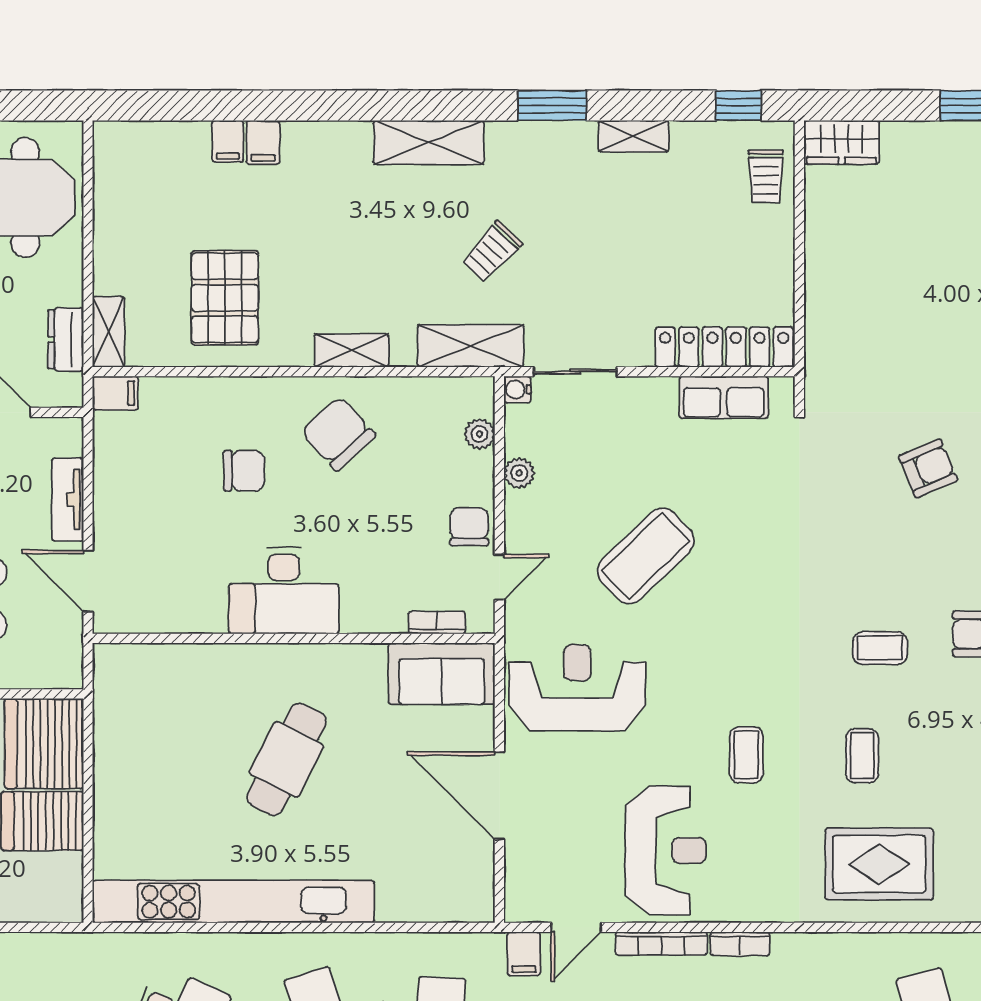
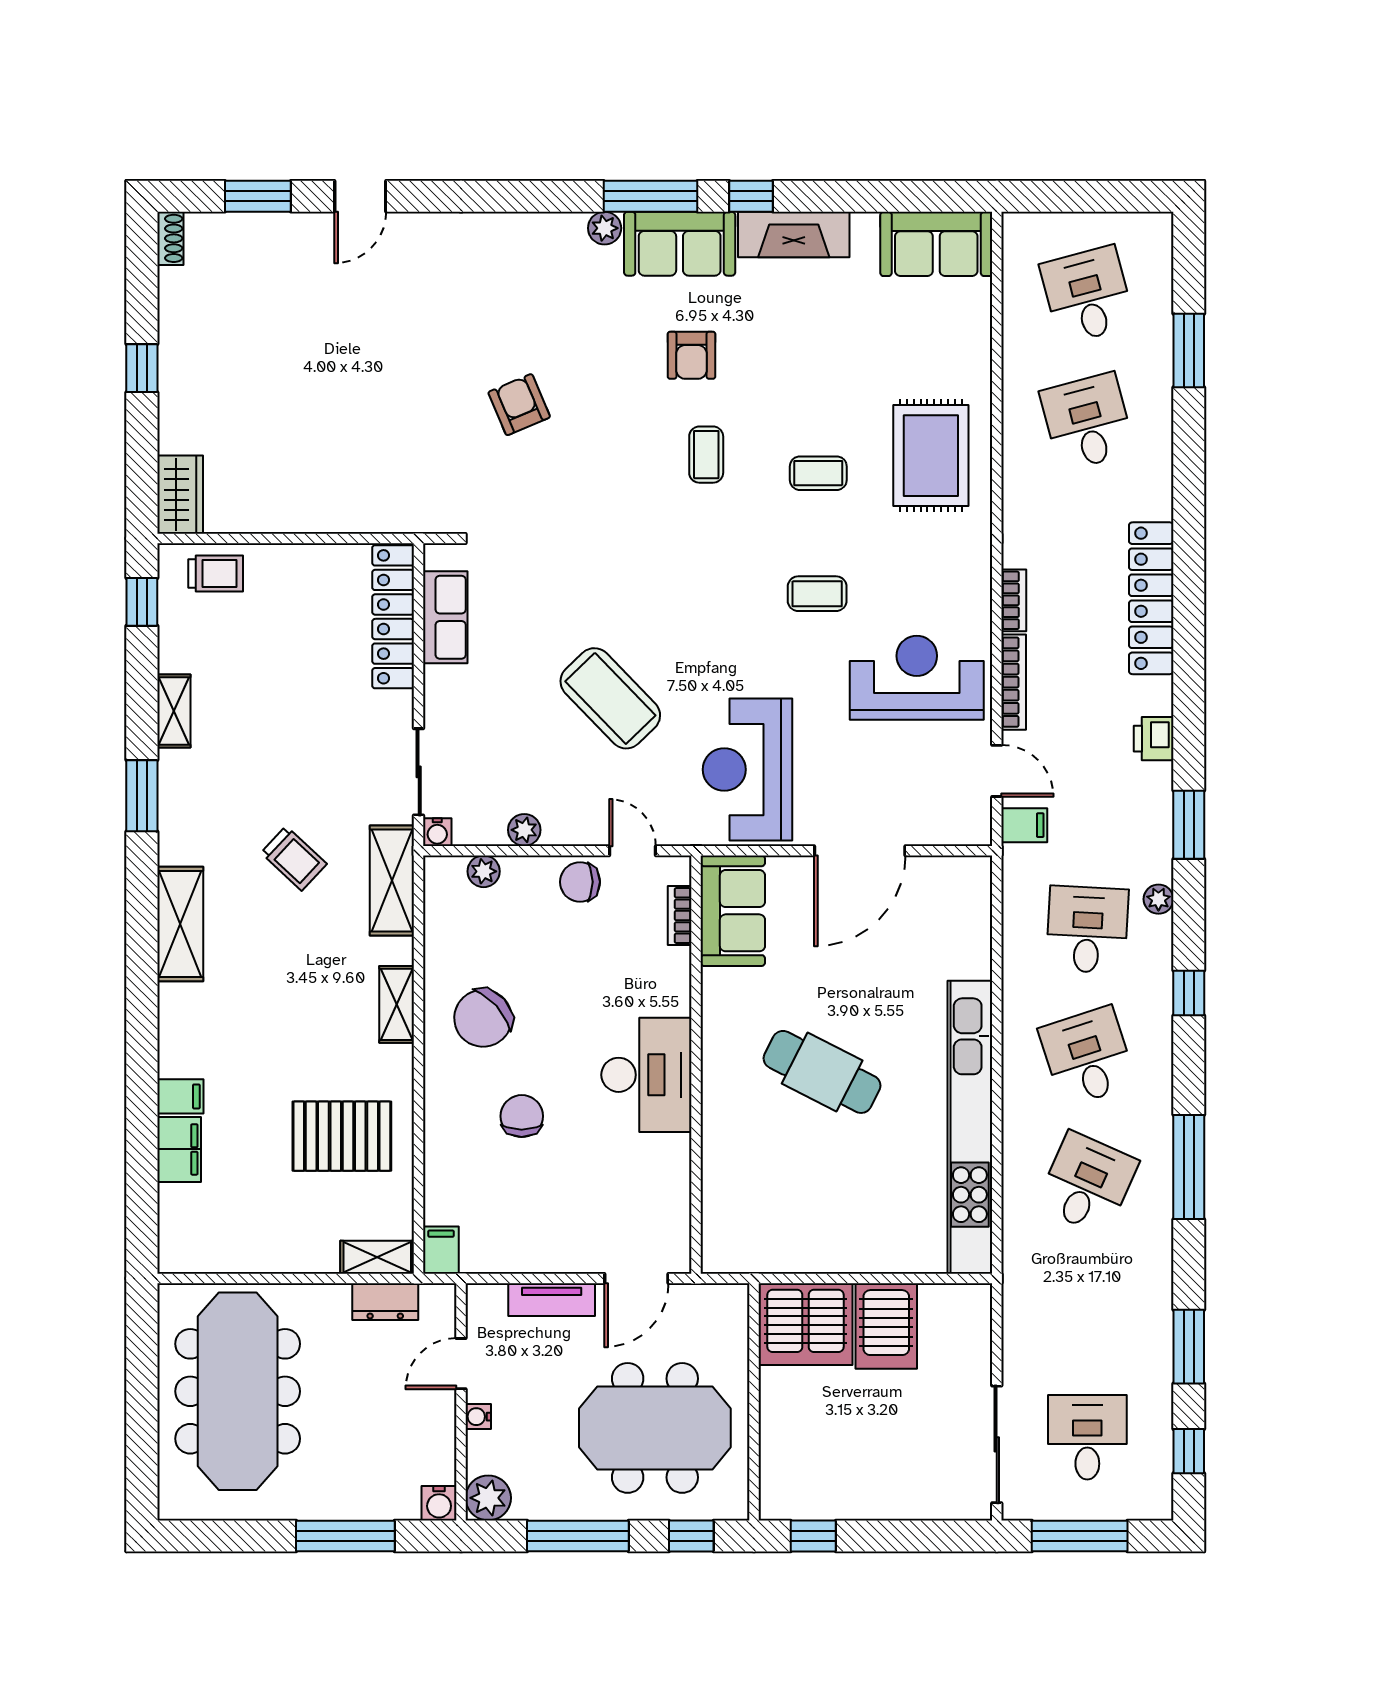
filing cabinet: (228, 141) -> (179, 1149), width x2.00

